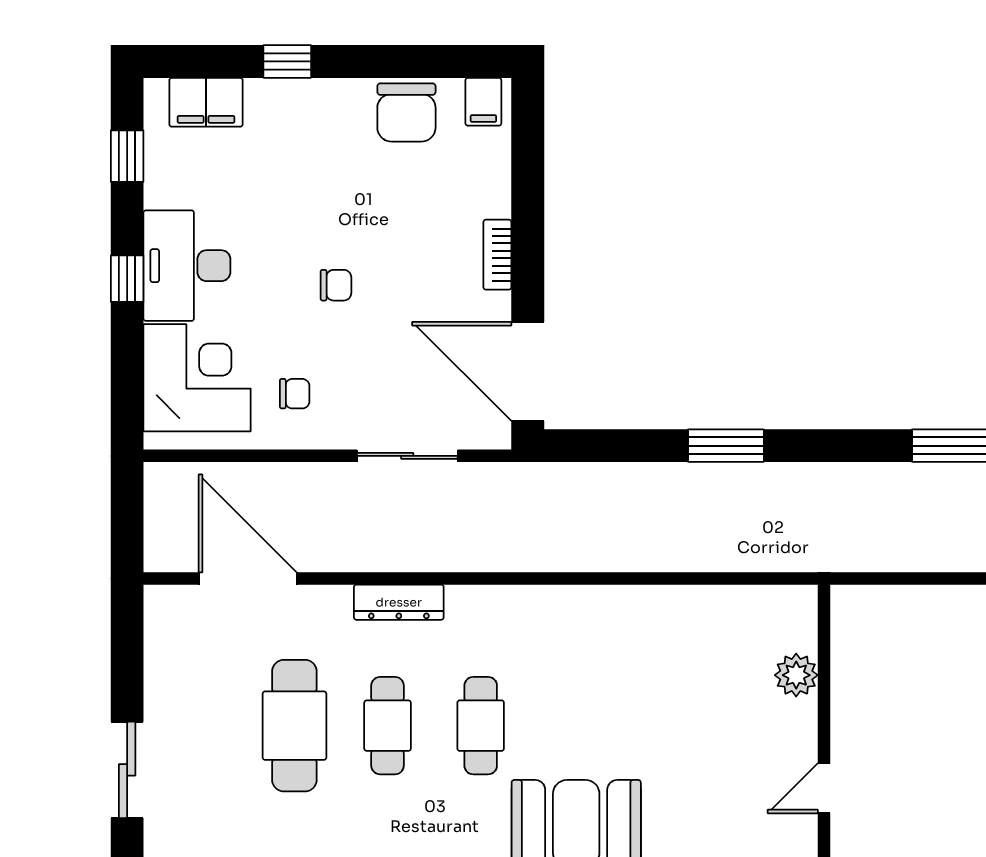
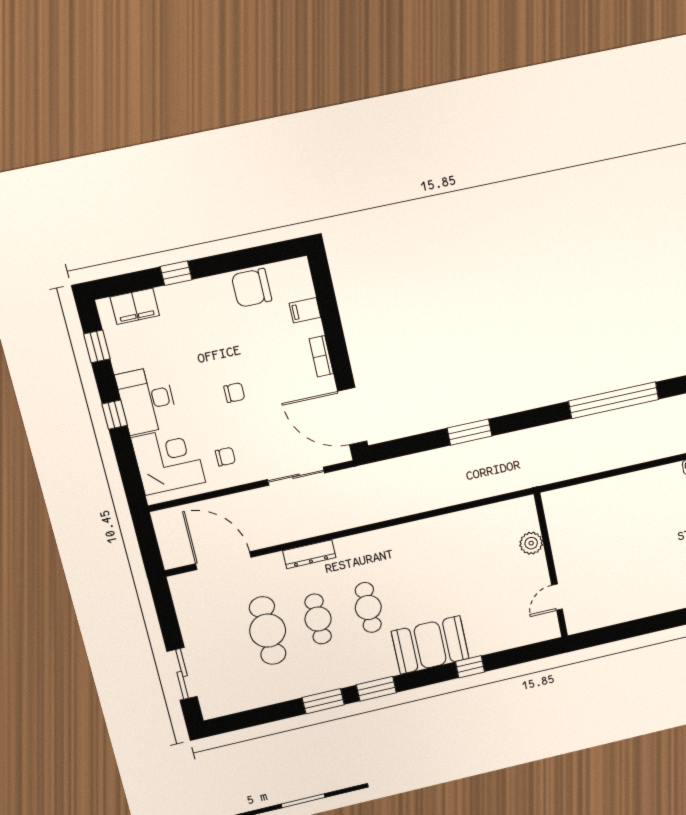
filing cabinet: (483, 102) -> (305, 310), moved, turned 90
chair: (406, 112) -> (252, 288), turned 90

